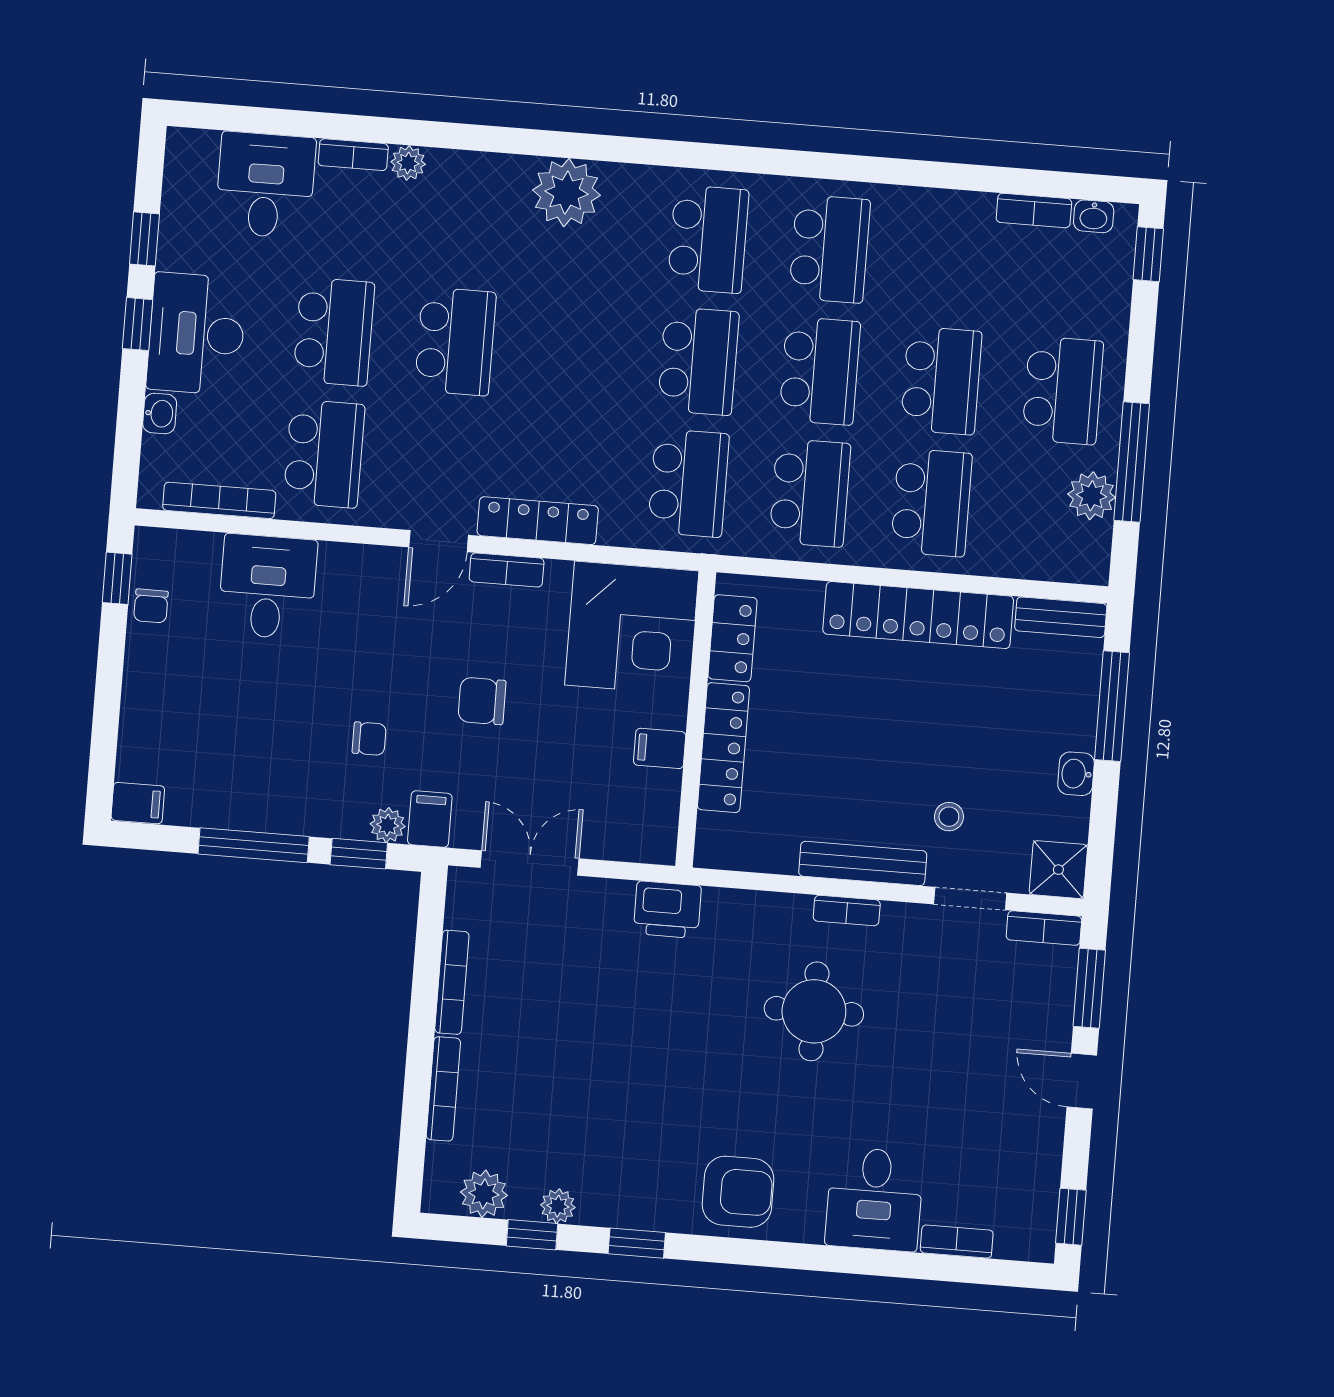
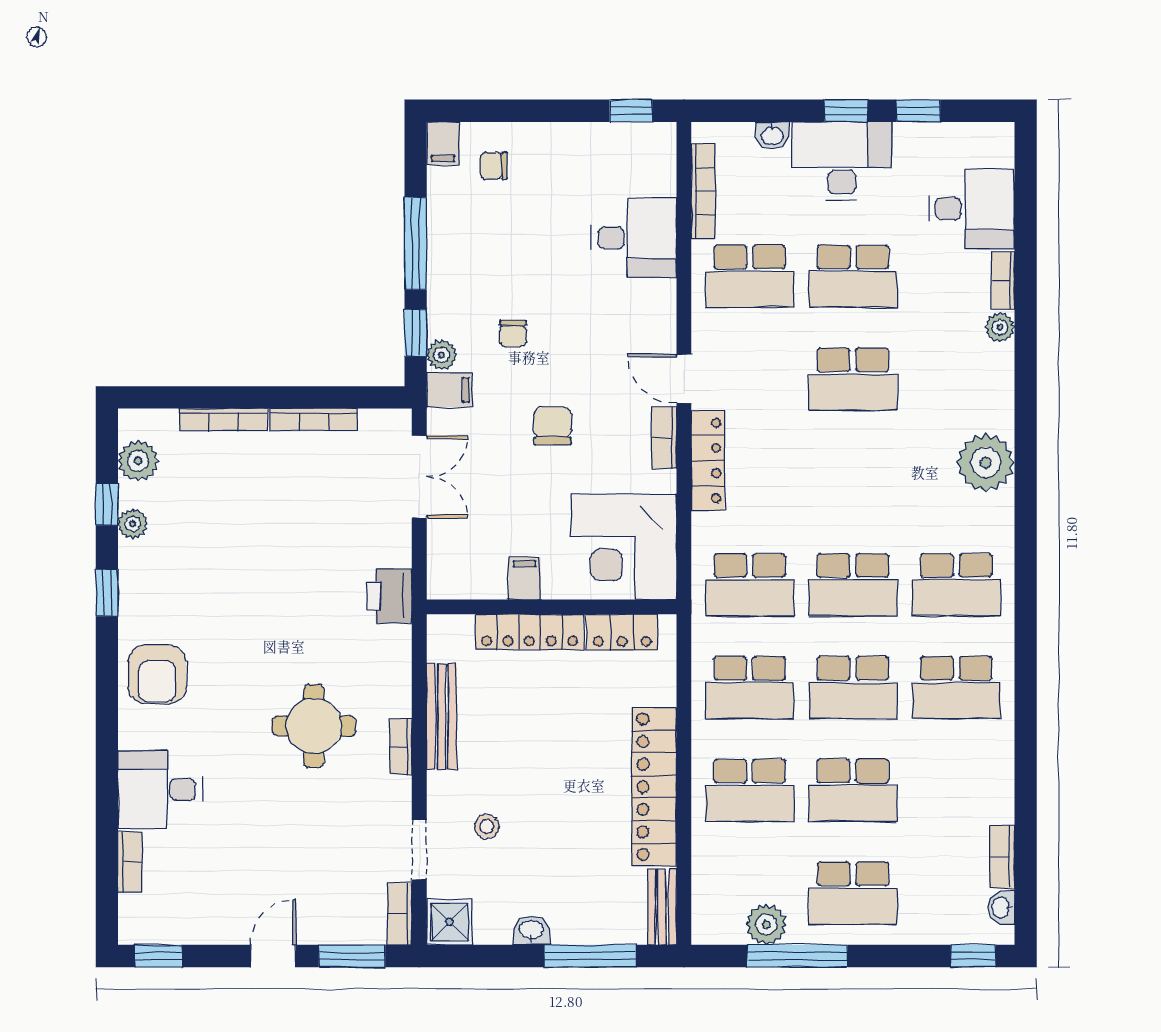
chair: (151, 606) -> (494, 166), moved
bench: (863, 863) -> (442, 717), moved

